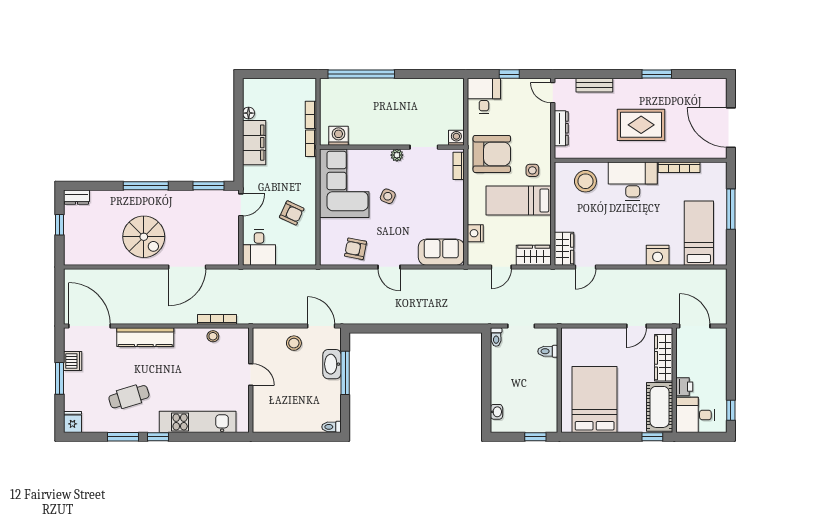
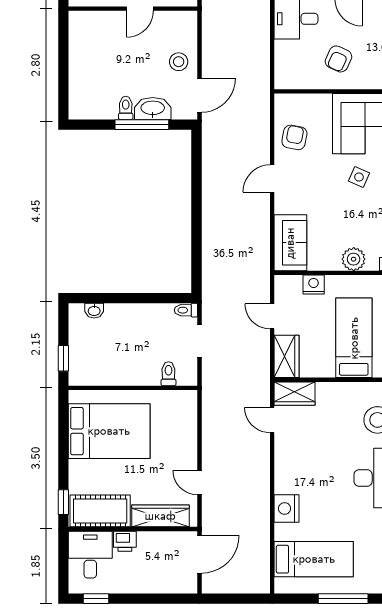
plant: (455, 201) -> (354, 259), added
toilet: (331, 427) -> (126, 108), moved

